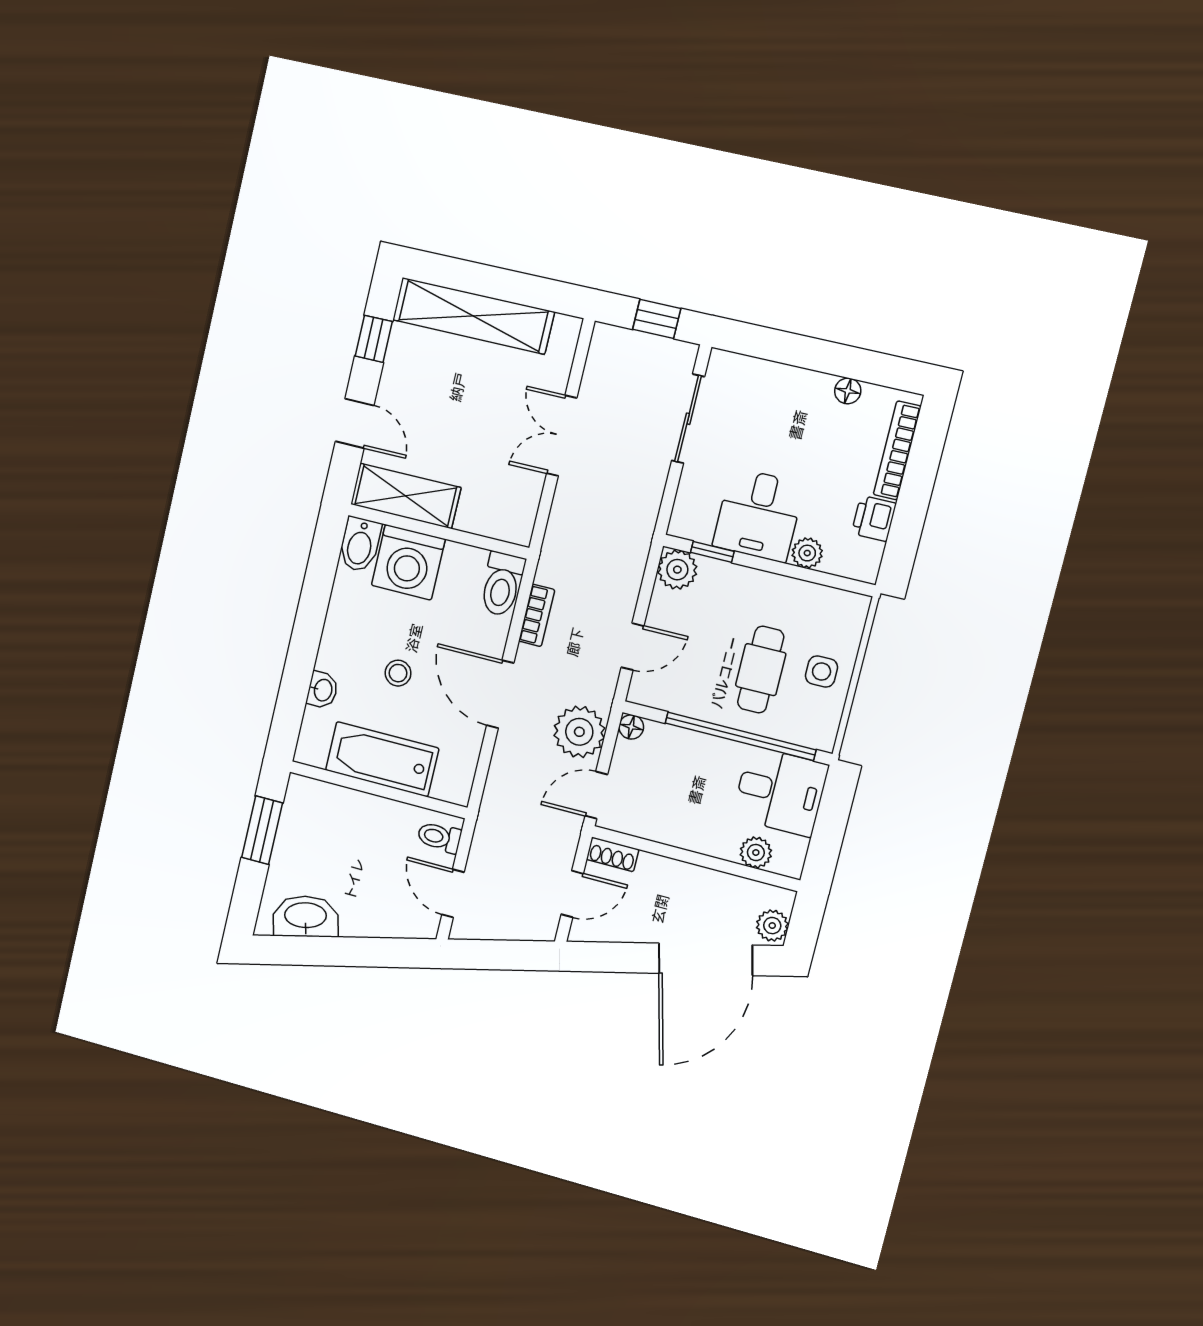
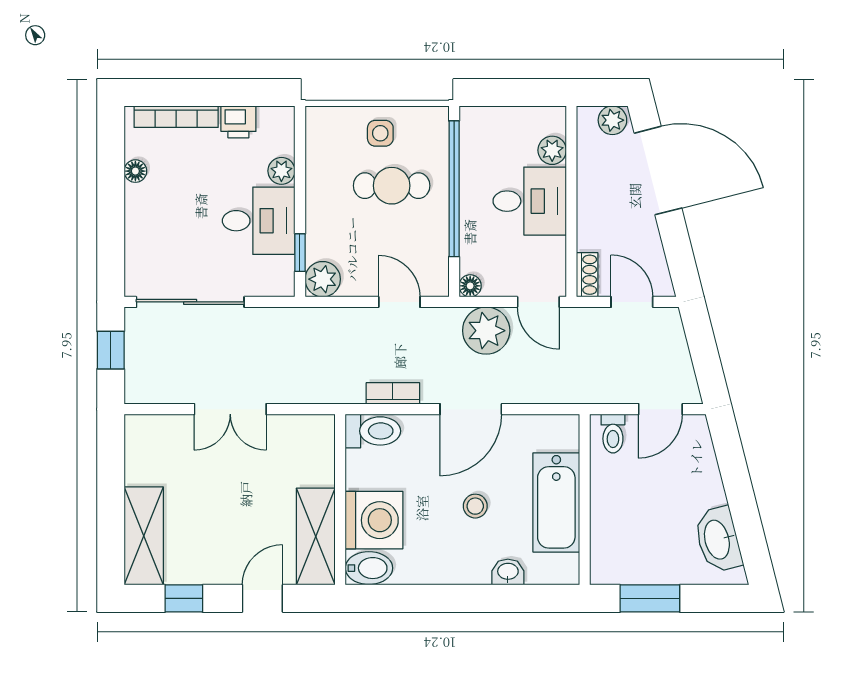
shelving: (473, 316) -> (144, 536), width x0.68
sliding door: (688, 419) -> (190, 302), width x1.37
desk: (780, 791) -> (530, 201), moved, turned 90

